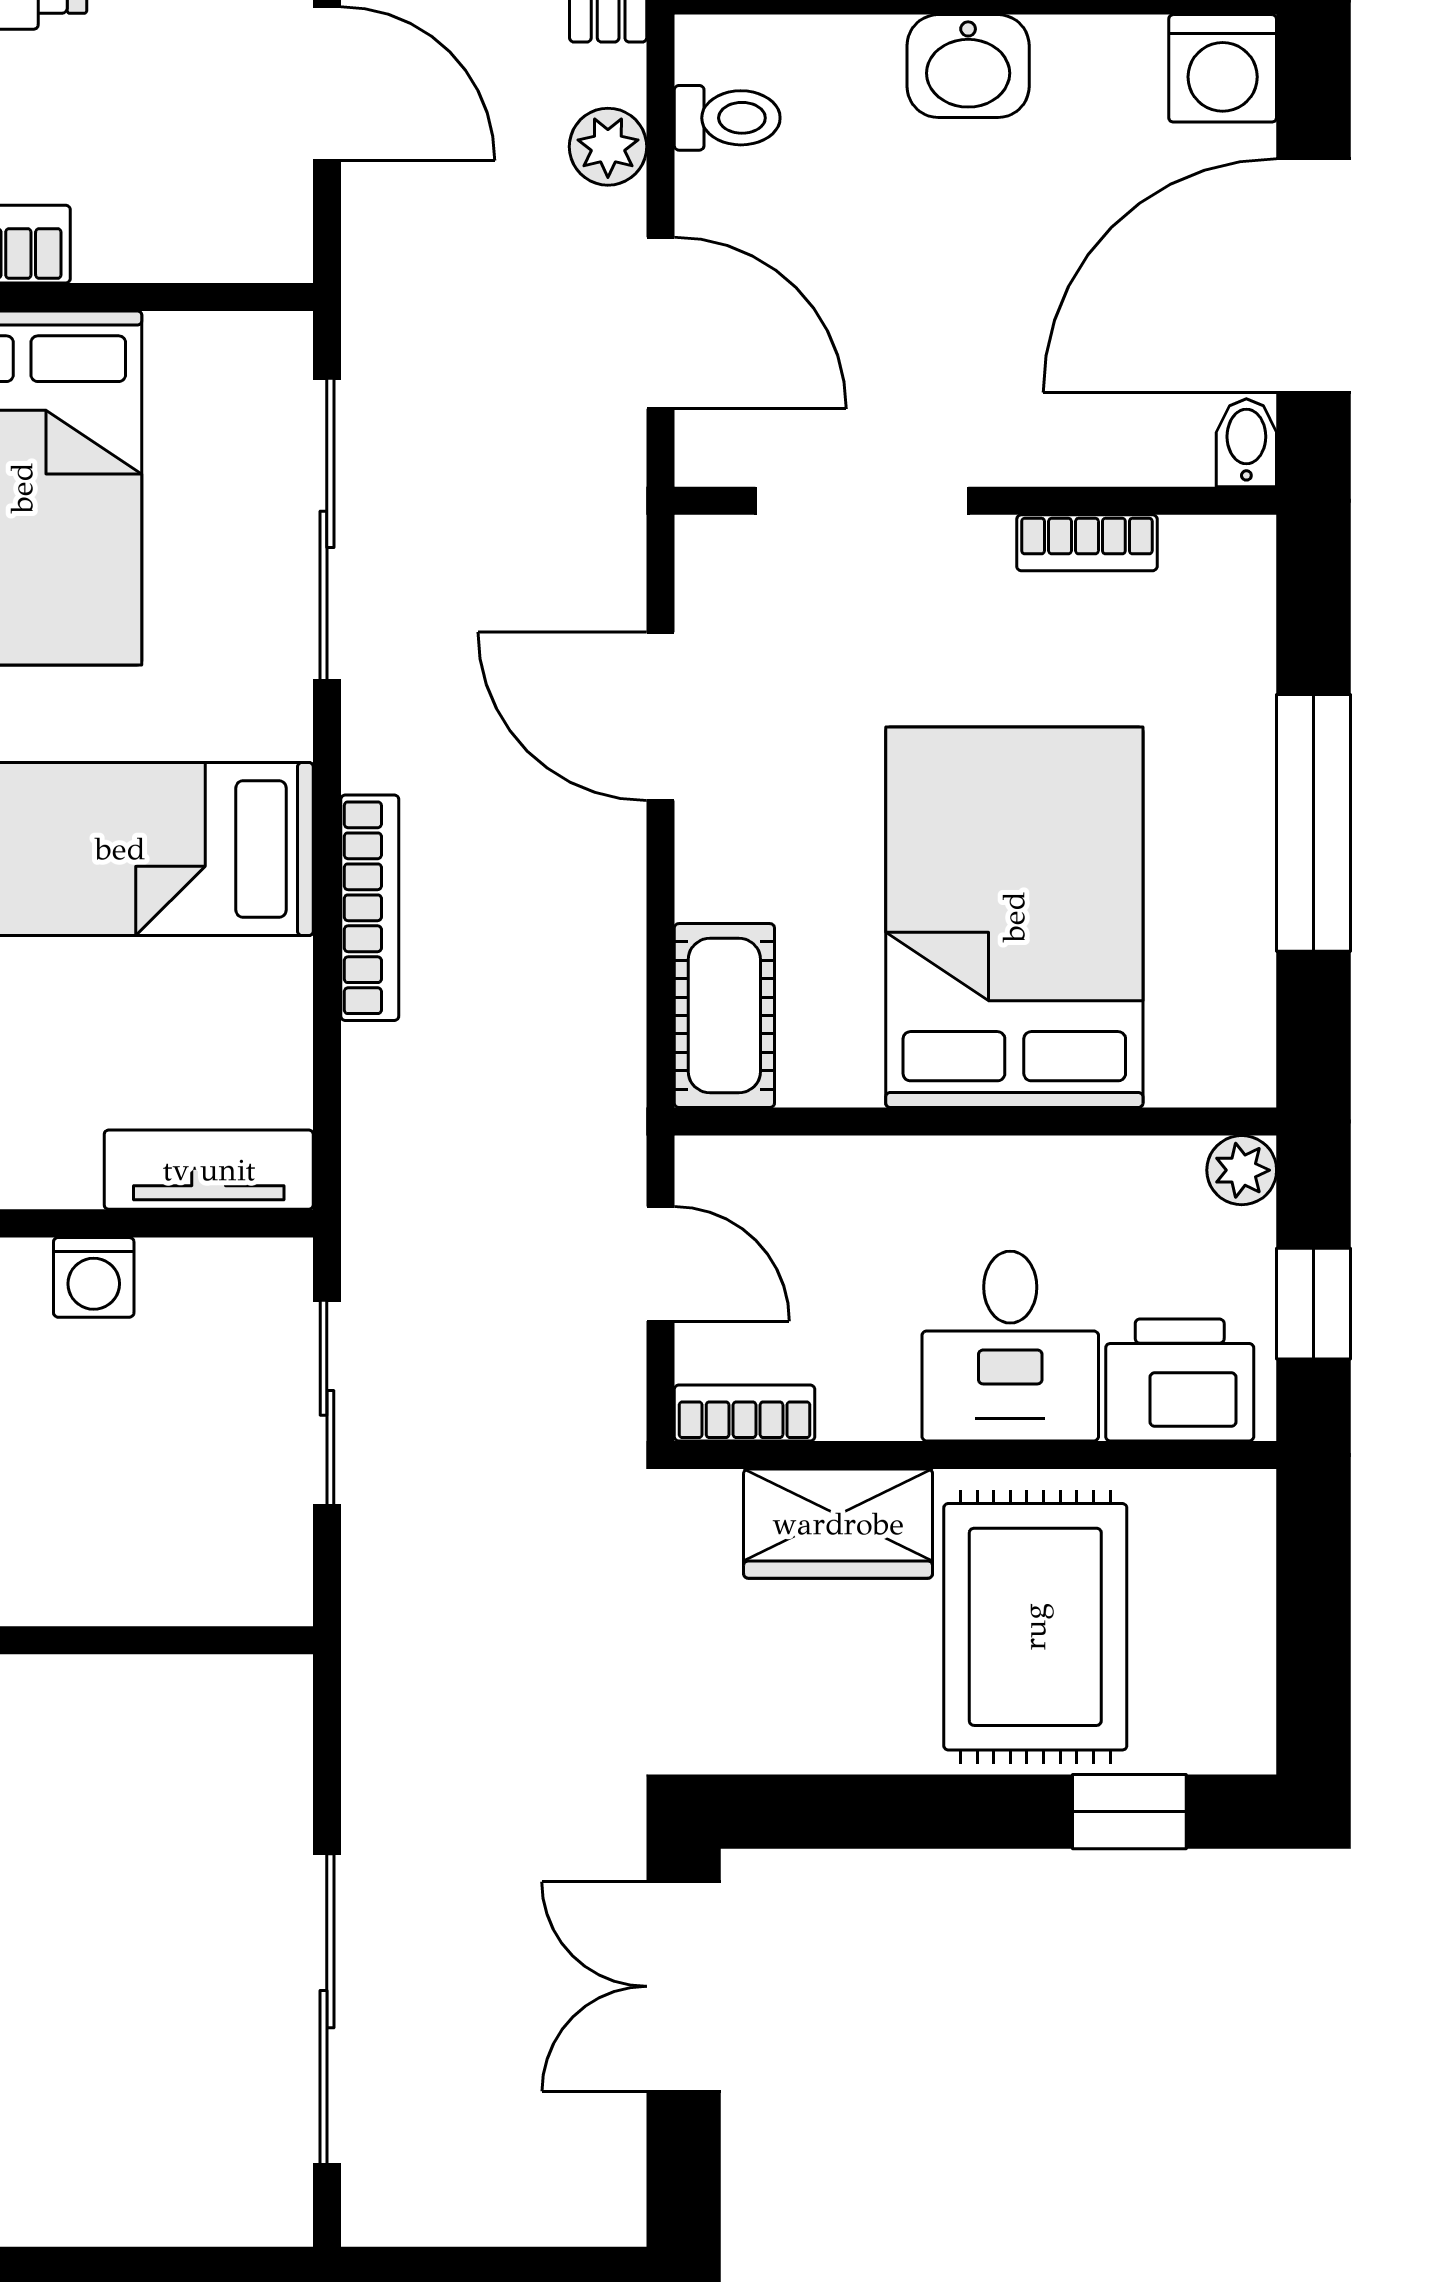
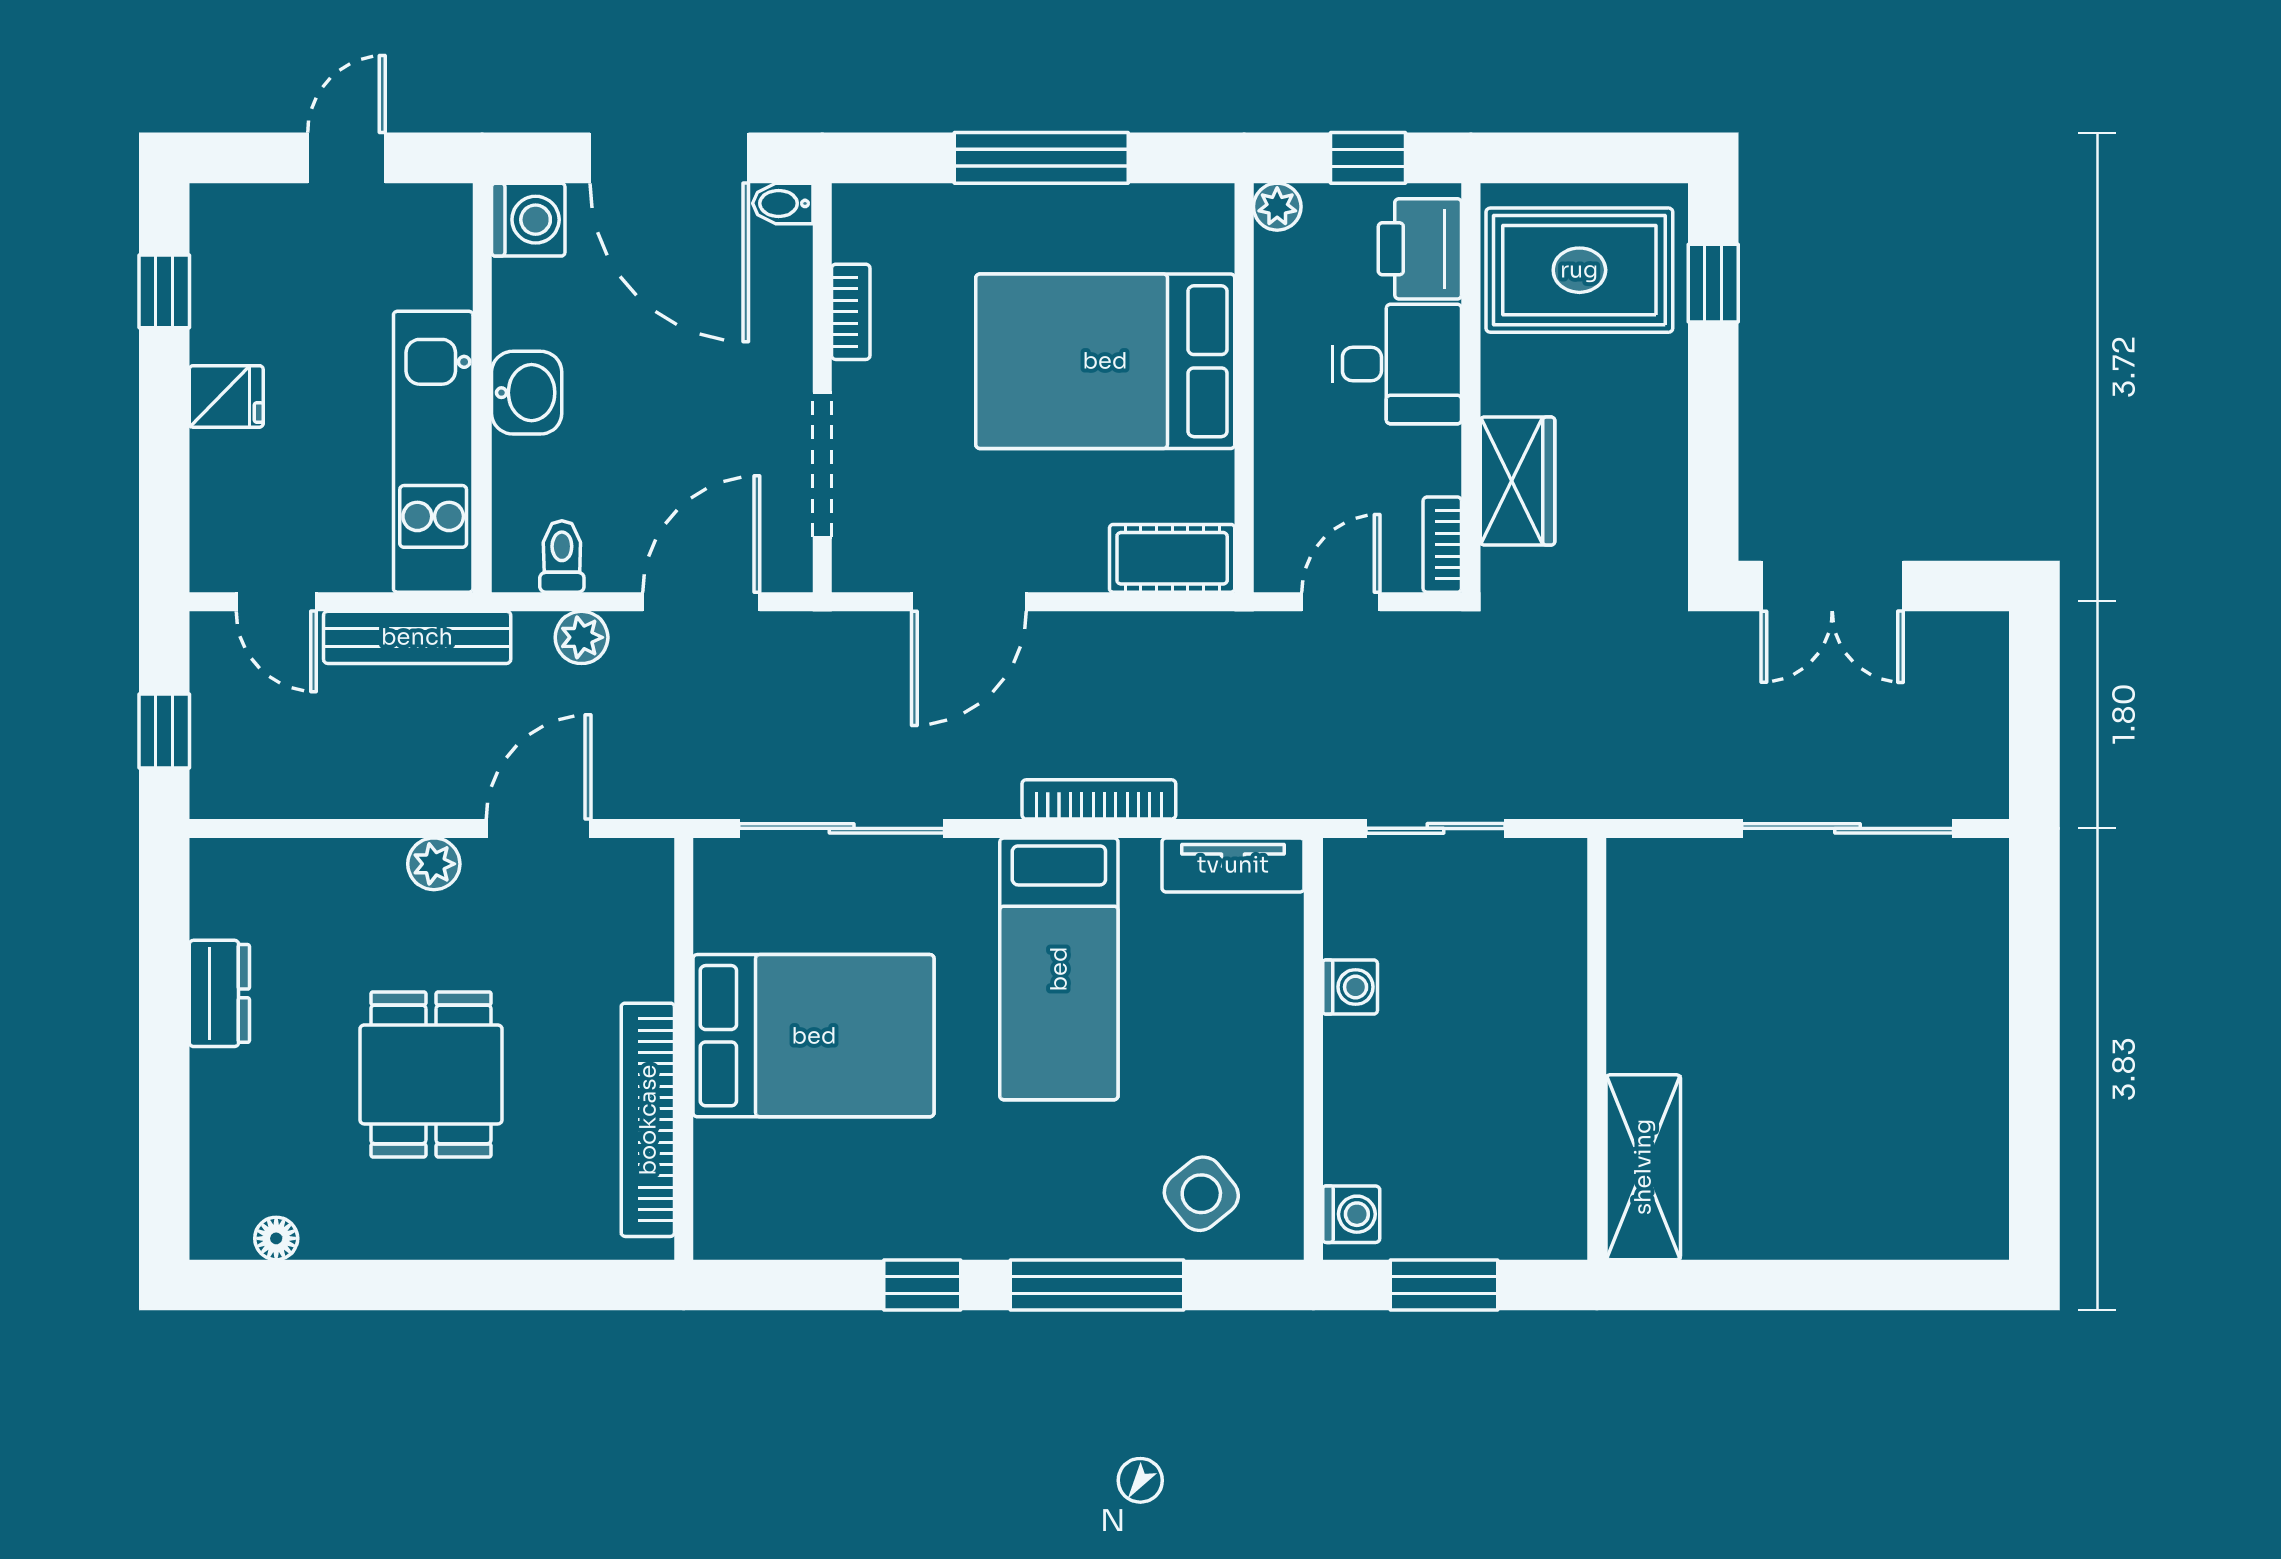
tv unit: (209, 1170) -> (1233, 865), moved, turned -90
rug: (1035, 1627) -> (1579, 270), moved

